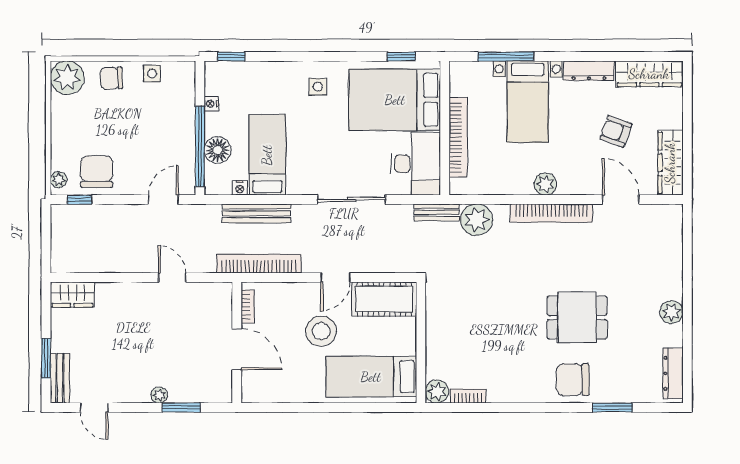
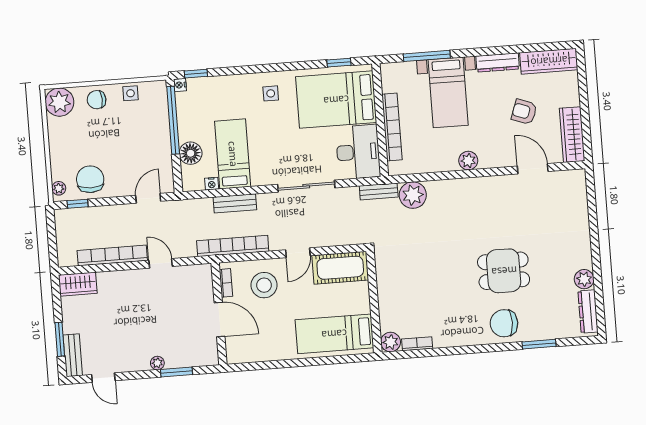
nightstand: (211, 104) -> (180, 85), moved
window: (200, 146) -> (173, 120), moved
bench: (256, 213) -> (235, 203), width x0.73
bookcase: (551, 213) -> (112, 255), moved, turned 180
plant: (672, 312) -> (584, 279), moved
stool: (321, 331) -> (264, 285), moved

